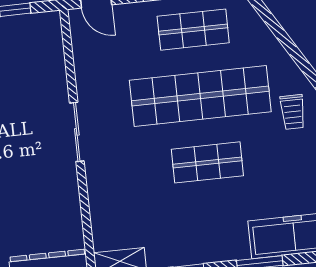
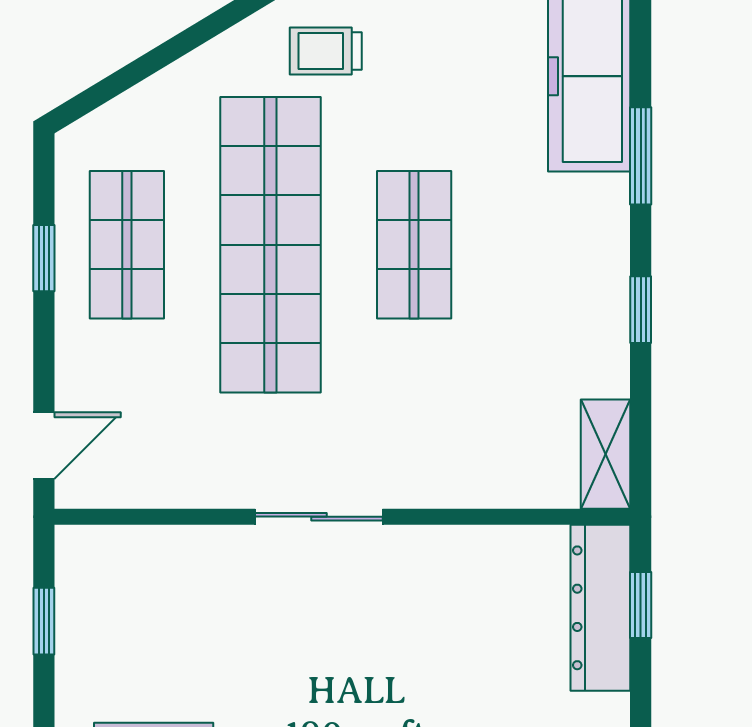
trolley: (293, 112) -> (326, 51), turned 180

